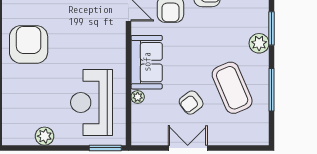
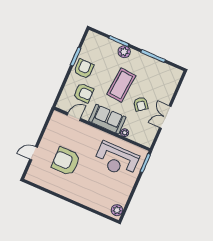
armchair: (29, 44) -> (66, 161), moved
coffee table: (232, 88) -> (121, 85), moved, turned -62
plant: (45, 136) -> (117, 210), moved

